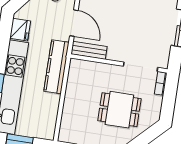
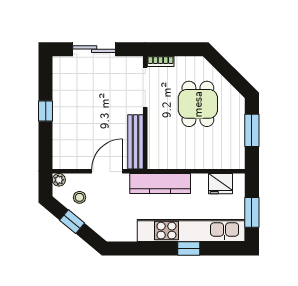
fridge: (20, 30) -> (220, 184), moved, turned 180
bench: (89, 50) -> (136, 142), width x1.36

